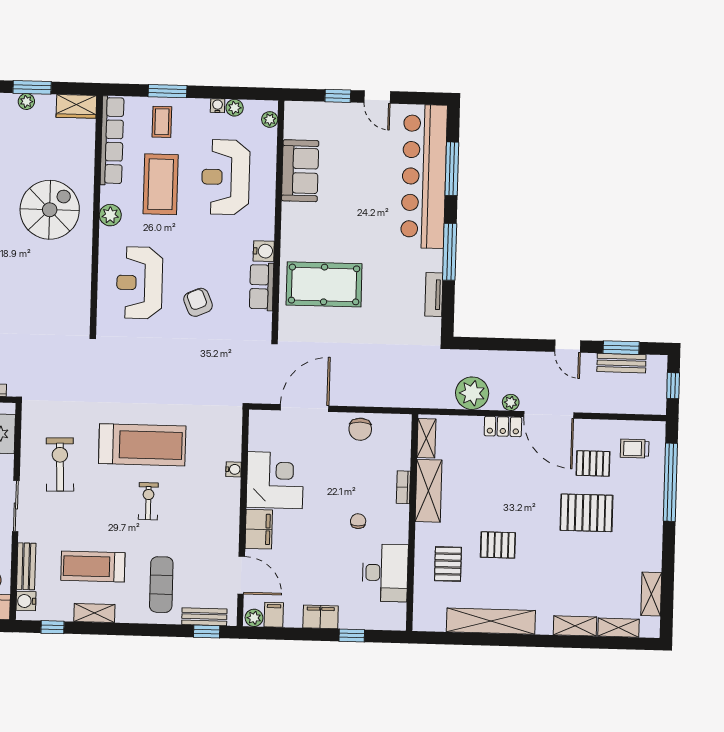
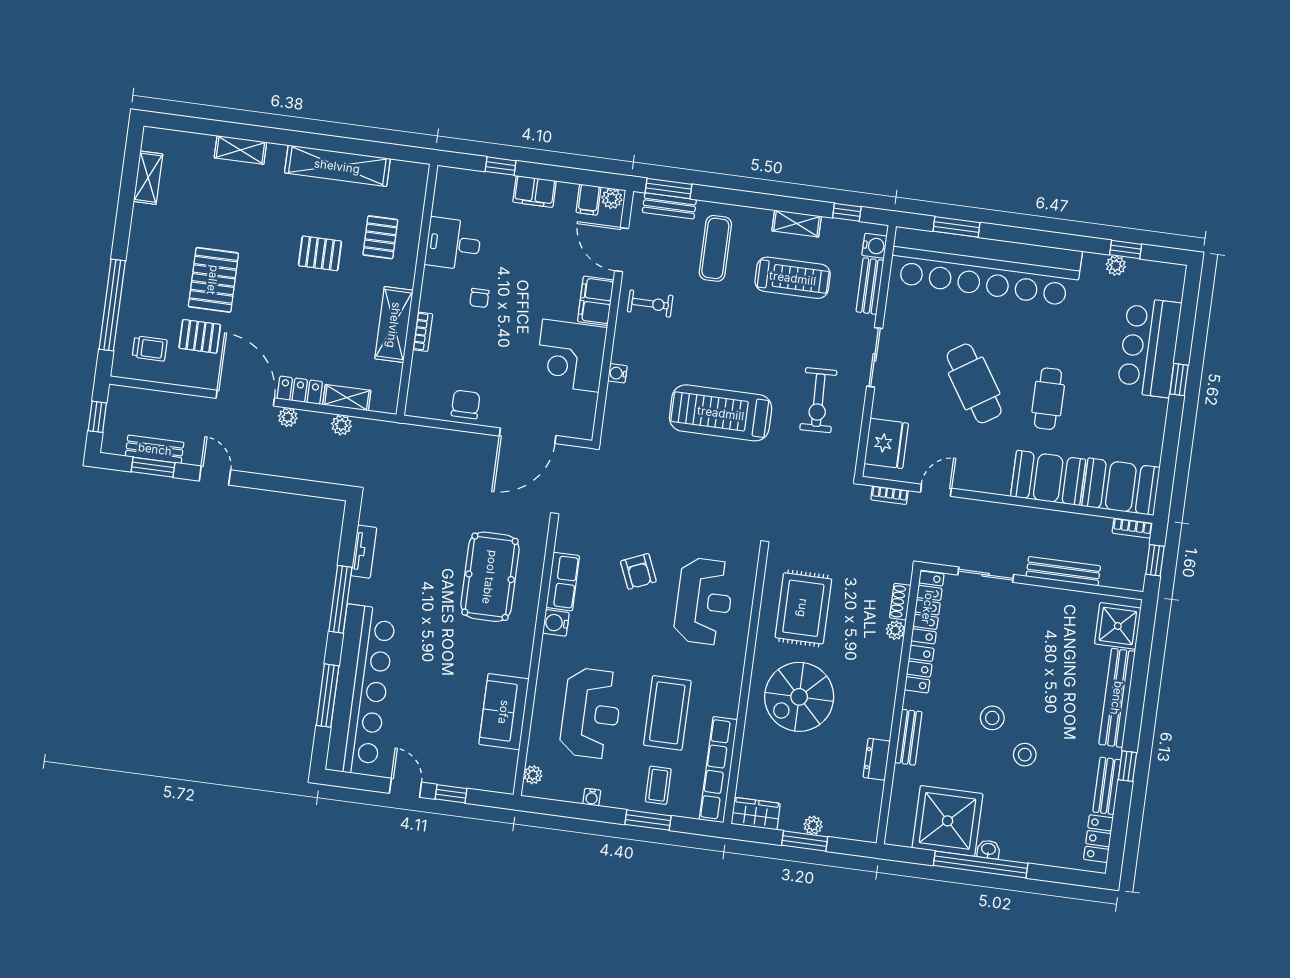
plant: (235, 108) -> (572, 793), removed
plant: (110, 215) -> (730, 683), removed
pool table: (324, 284) -> (490, 577), turned 90
rug: (54, 286) -> (803, 608), added
plant: (472, 393) -> (341, 425), width x0.53, depth x0.53
shelving: (426, 438) -> (347, 398), moved, turned 90
exercise bike: (148, 501) -> (650, 304), moved, turned -90
pallet: (586, 513) -> (213, 280), turned 90
desk: (385, 573) -> (453, 244), width x0.73
shelving: (618, 628) -> (190, 143), removed
window: (207, 631) -> (669, 188), width x1.50

